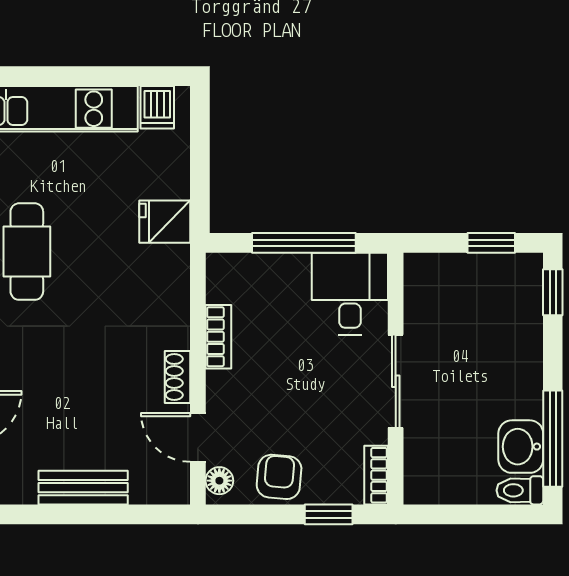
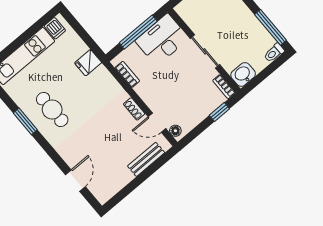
desk: (350, 294) -> (162, 40), width x1.37
bookcase: (218, 337) -> (127, 74), moved
washbasin: (521, 447) -> (243, 74), moved, turned 90
armchair: (279, 477) -> (193, 113), removed
bench: (83, 488) -> (146, 159), moved

